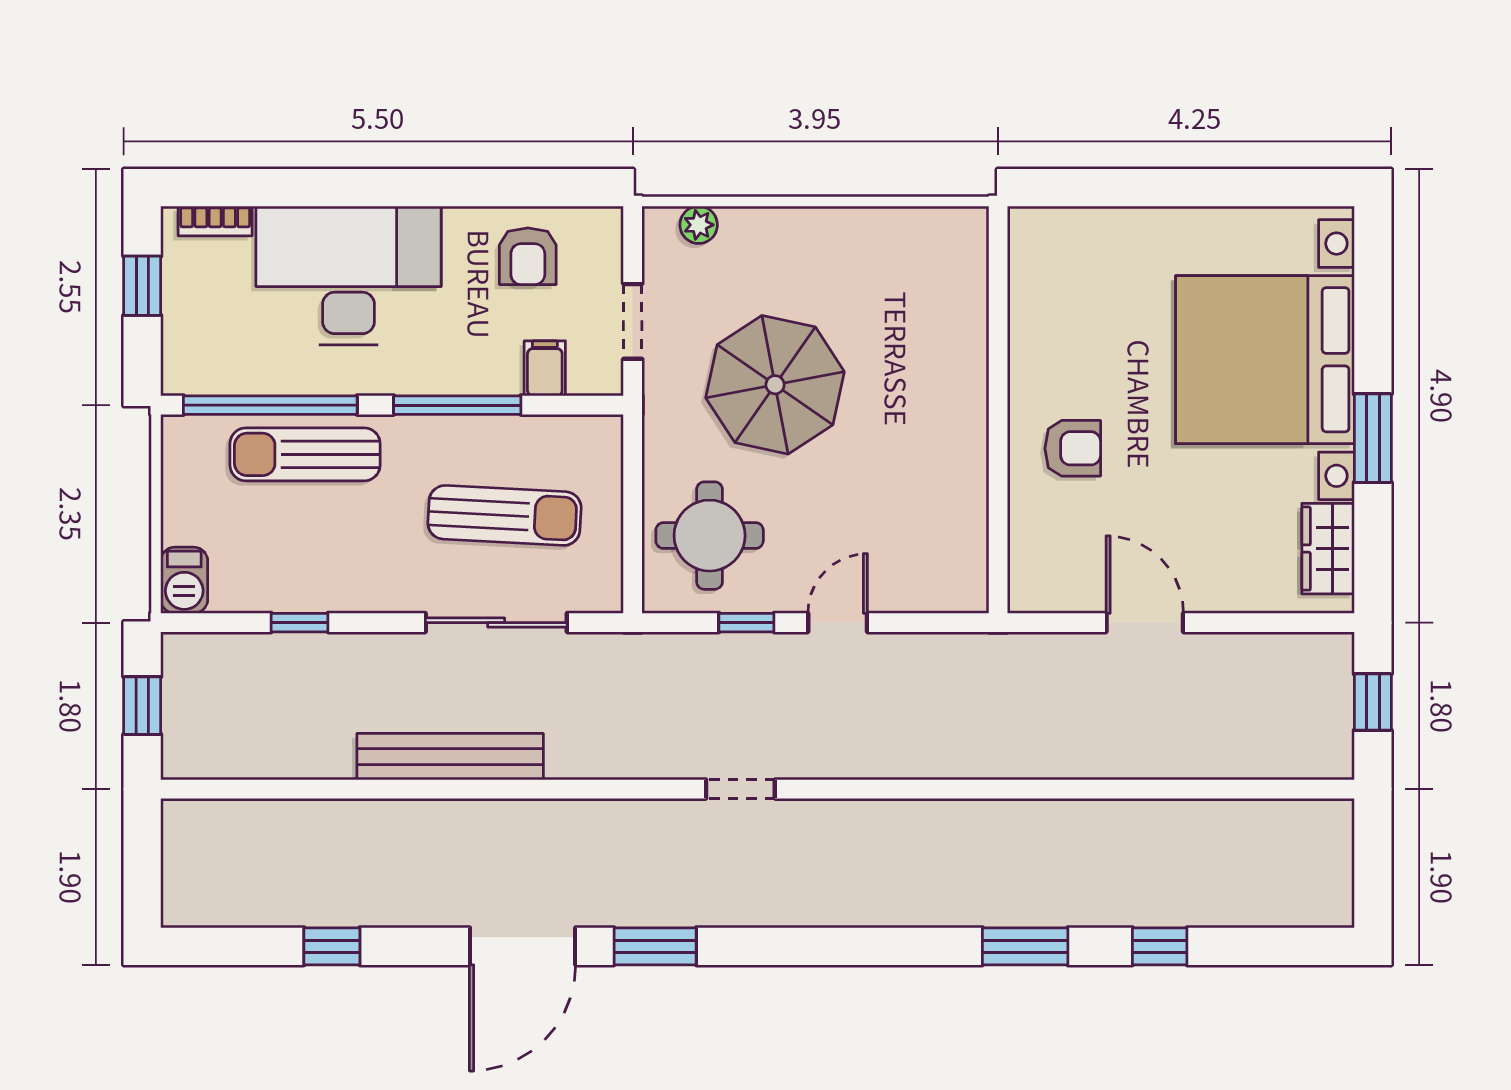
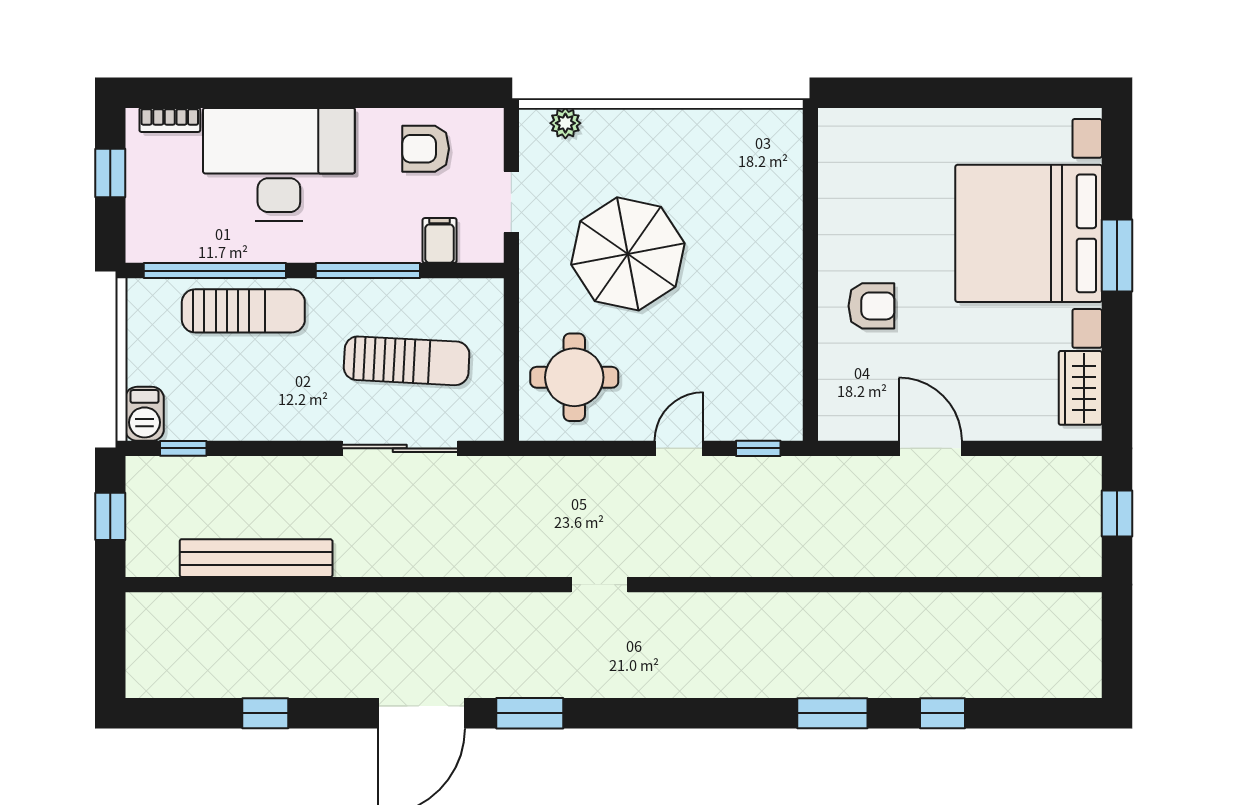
armchair: (528, 256) -> (426, 149), turned 90
window: (1373, 438) -> (1117, 256), moved
sun lounger: (305, 454) -> (243, 311), turned 180
window: (300, 623) -> (183, 448), moved
window: (746, 623) -> (758, 448), moved
bench: (450, 757) -> (256, 558), moved

